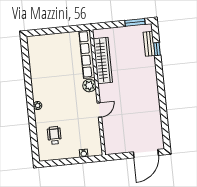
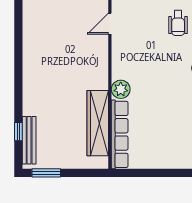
bench: (149, 44) -> (29, 140), width x1.36
door: (99, 110) -> (110, 24), moved

